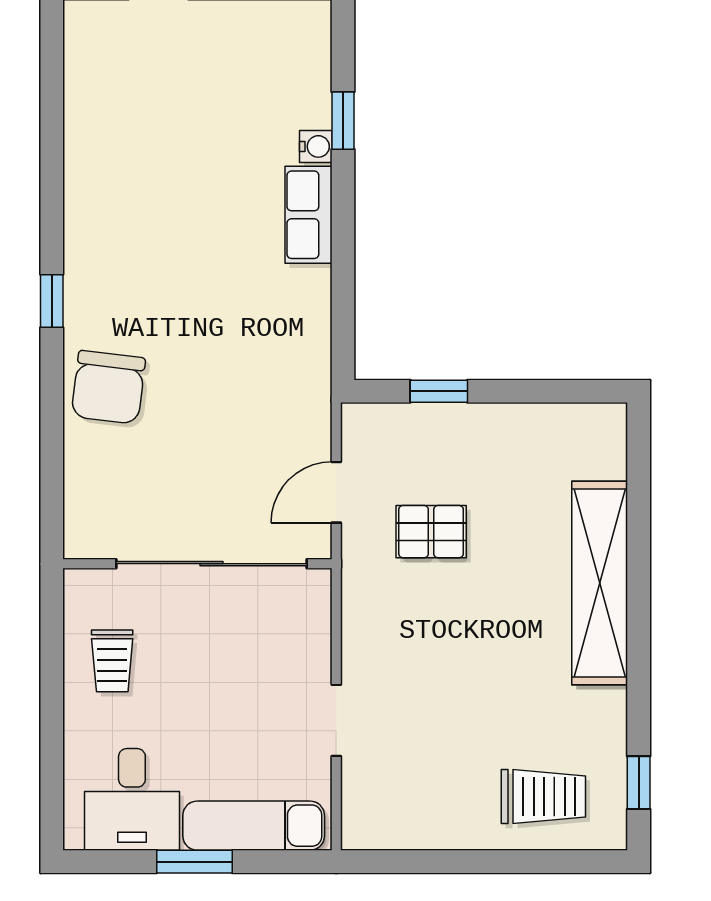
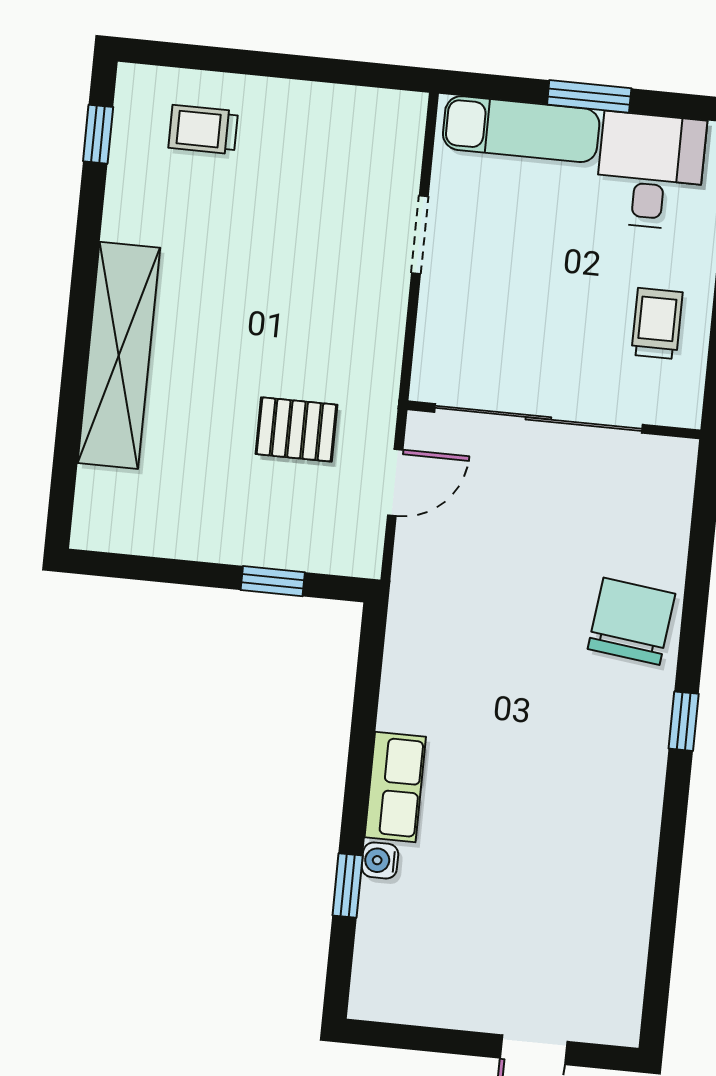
trolley: (543, 796) -> (203, 129), width x0.73, depth x0.72

